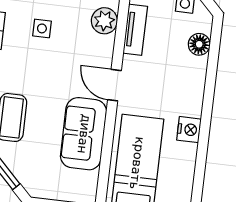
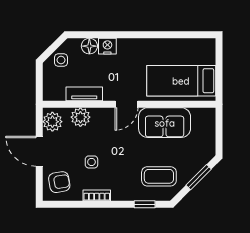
nightstand: (189, 130) -> (107, 46), moved

